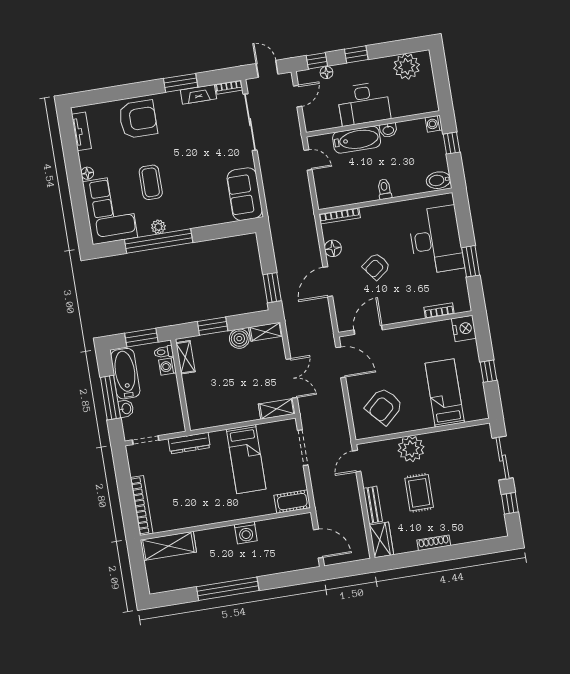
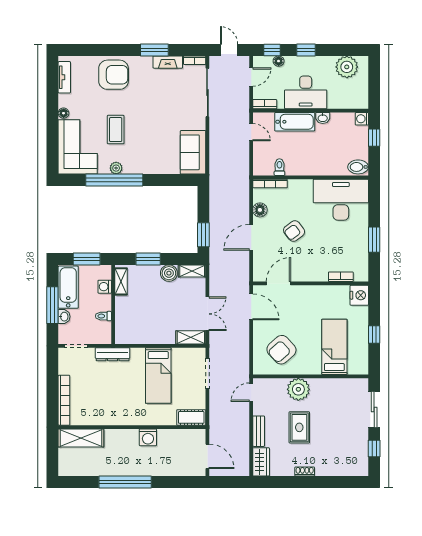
bookcase: (318, 125) -> (265, 104), added
toilet: (384, 189) -> (279, 167), moved
desk: (436, 240) -> (341, 200), moved, turned -90
toilet: (164, 352) -> (103, 316), moved
shoe rack: (434, 543) -> (305, 471), width x0.70

